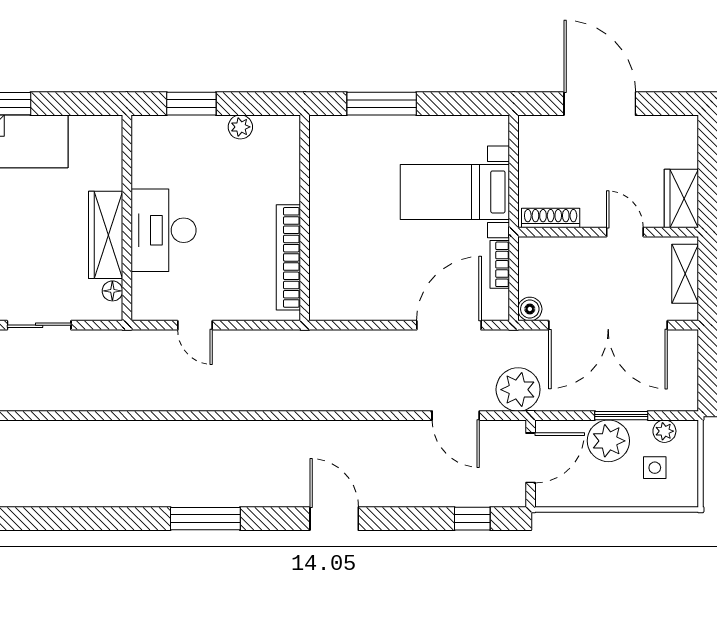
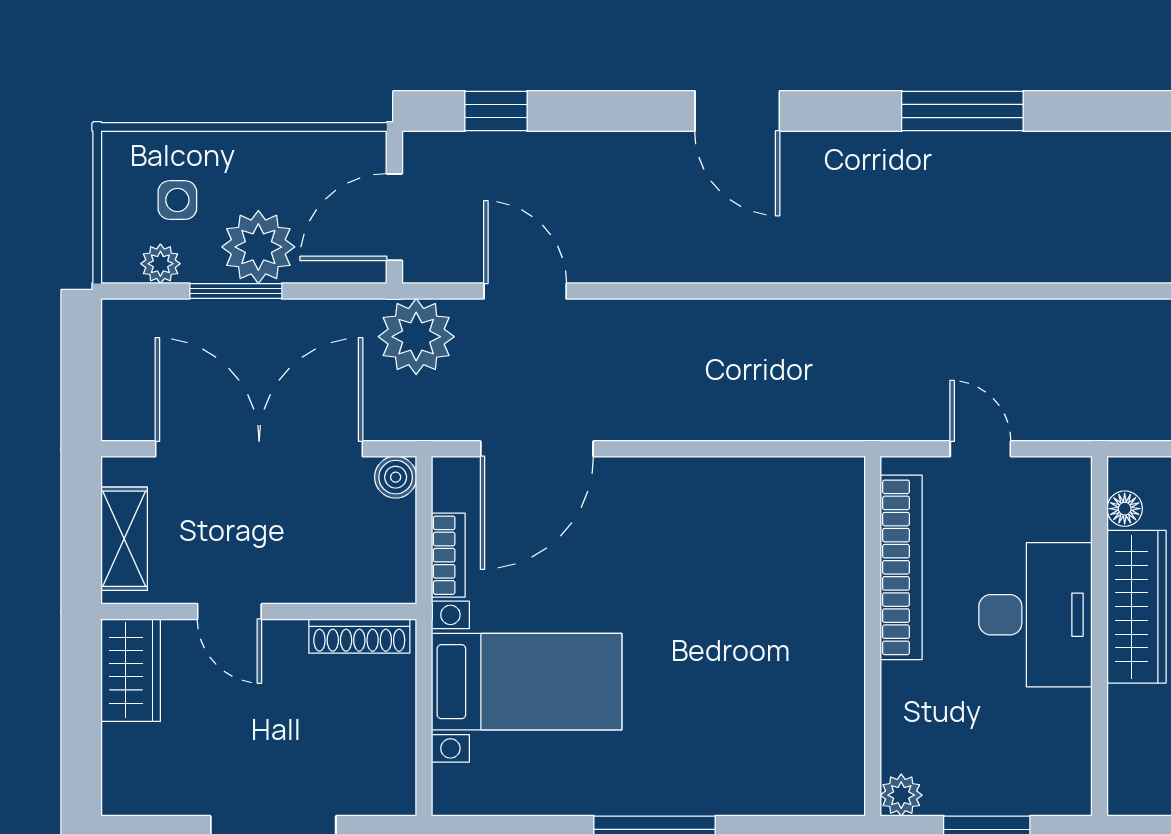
wall: (305, 218) -> (873, 636), moved
bookcase: (288, 257) -> (901, 567), moved

